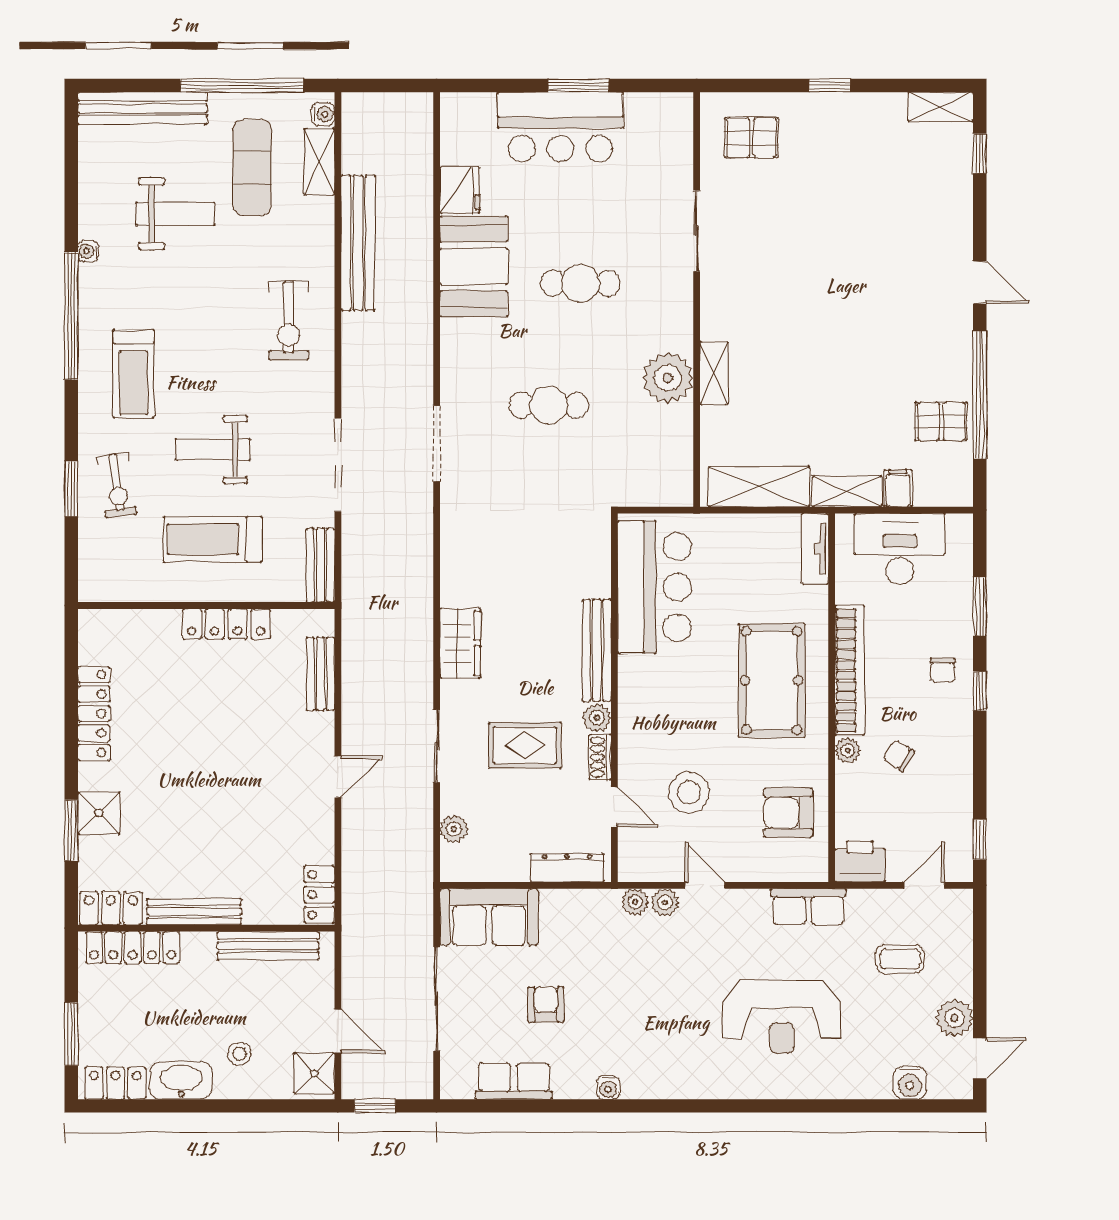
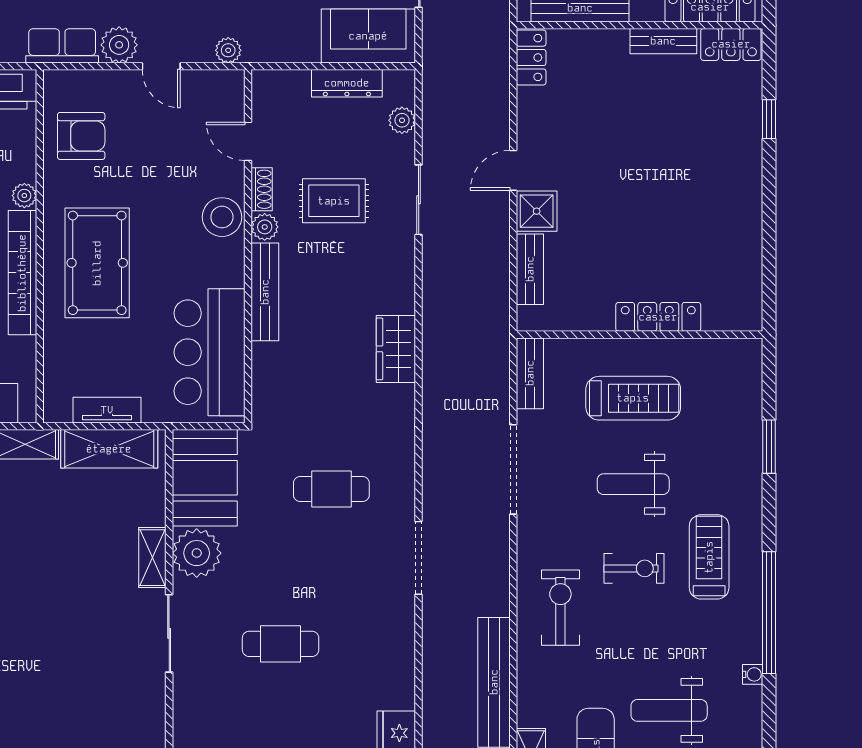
sliding door: (697, 231) -> (169, 633), moved
booth: (474, 266) -> (205, 478), moved
cafe table: (549, 405) -> (331, 489), moved
doorway: (437, 444) -> (419, 558), moved
weight bench: (213, 450) -> (633, 484), turned 180
exercise bike: (117, 485) -> (634, 568), moved, turned 98
tv unit: (815, 549) -> (107, 410), moved, turned -90
locker: (226, 624) -> (658, 317), moved
wardrobe: (460, 643) -> (396, 349), moved
locker: (94, 714) -> (747, 231), removed
stool: (689, 792) -> (222, 217), moved
shower: (99, 813) -> (537, 211), moved
window: (71, 830) -> (769, 119), width x0.67
dresser: (567, 868) -> (347, 83), moved
plant: (665, 903) -> (119, 45), moved, width x1.38, depth x1.38
bench: (194, 912) -> (663, 41), width x0.73

